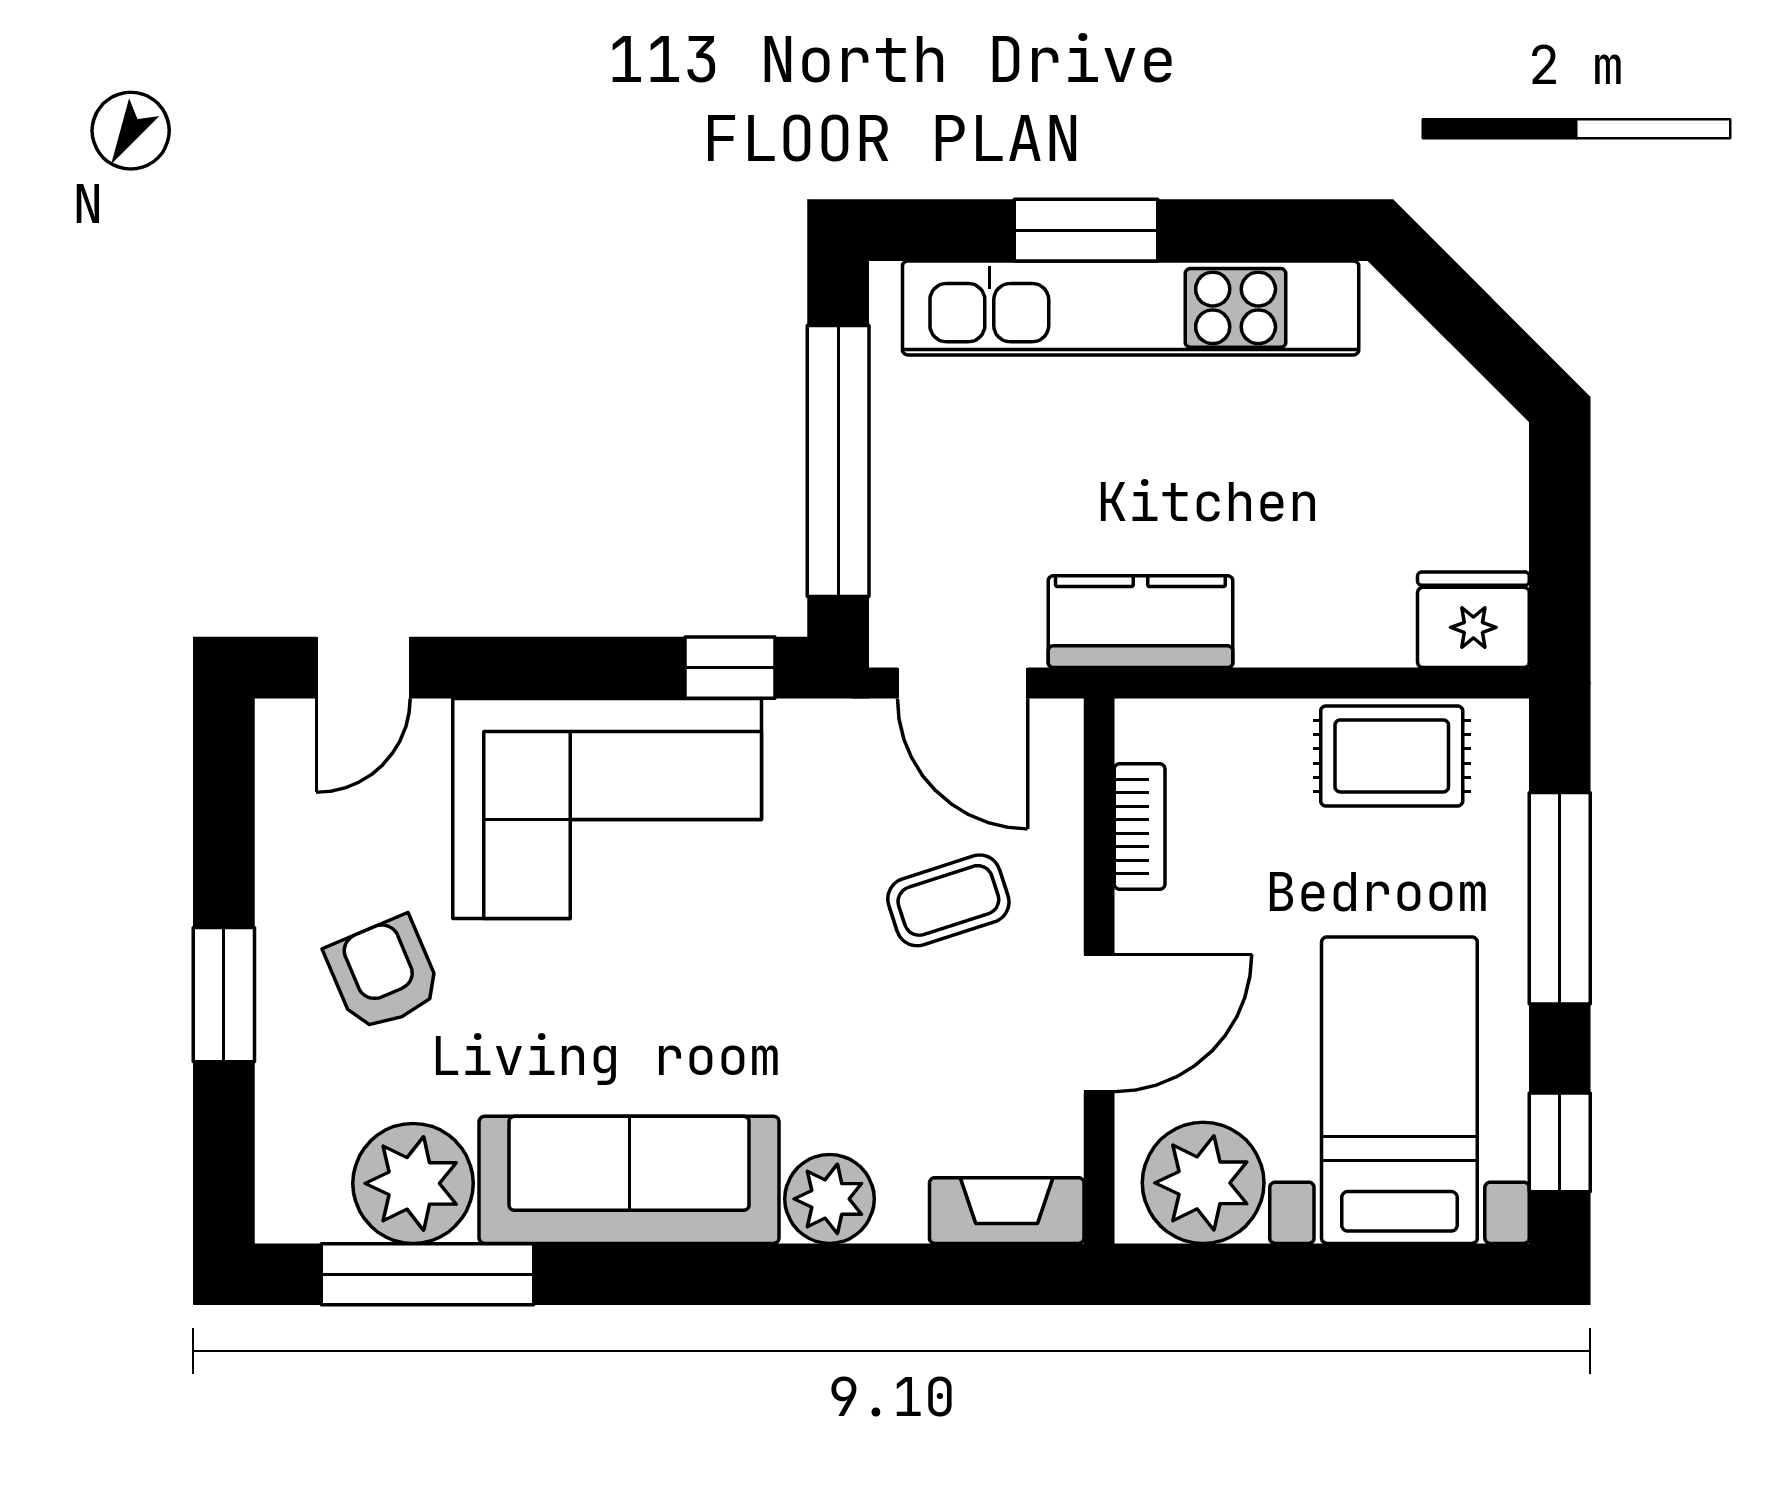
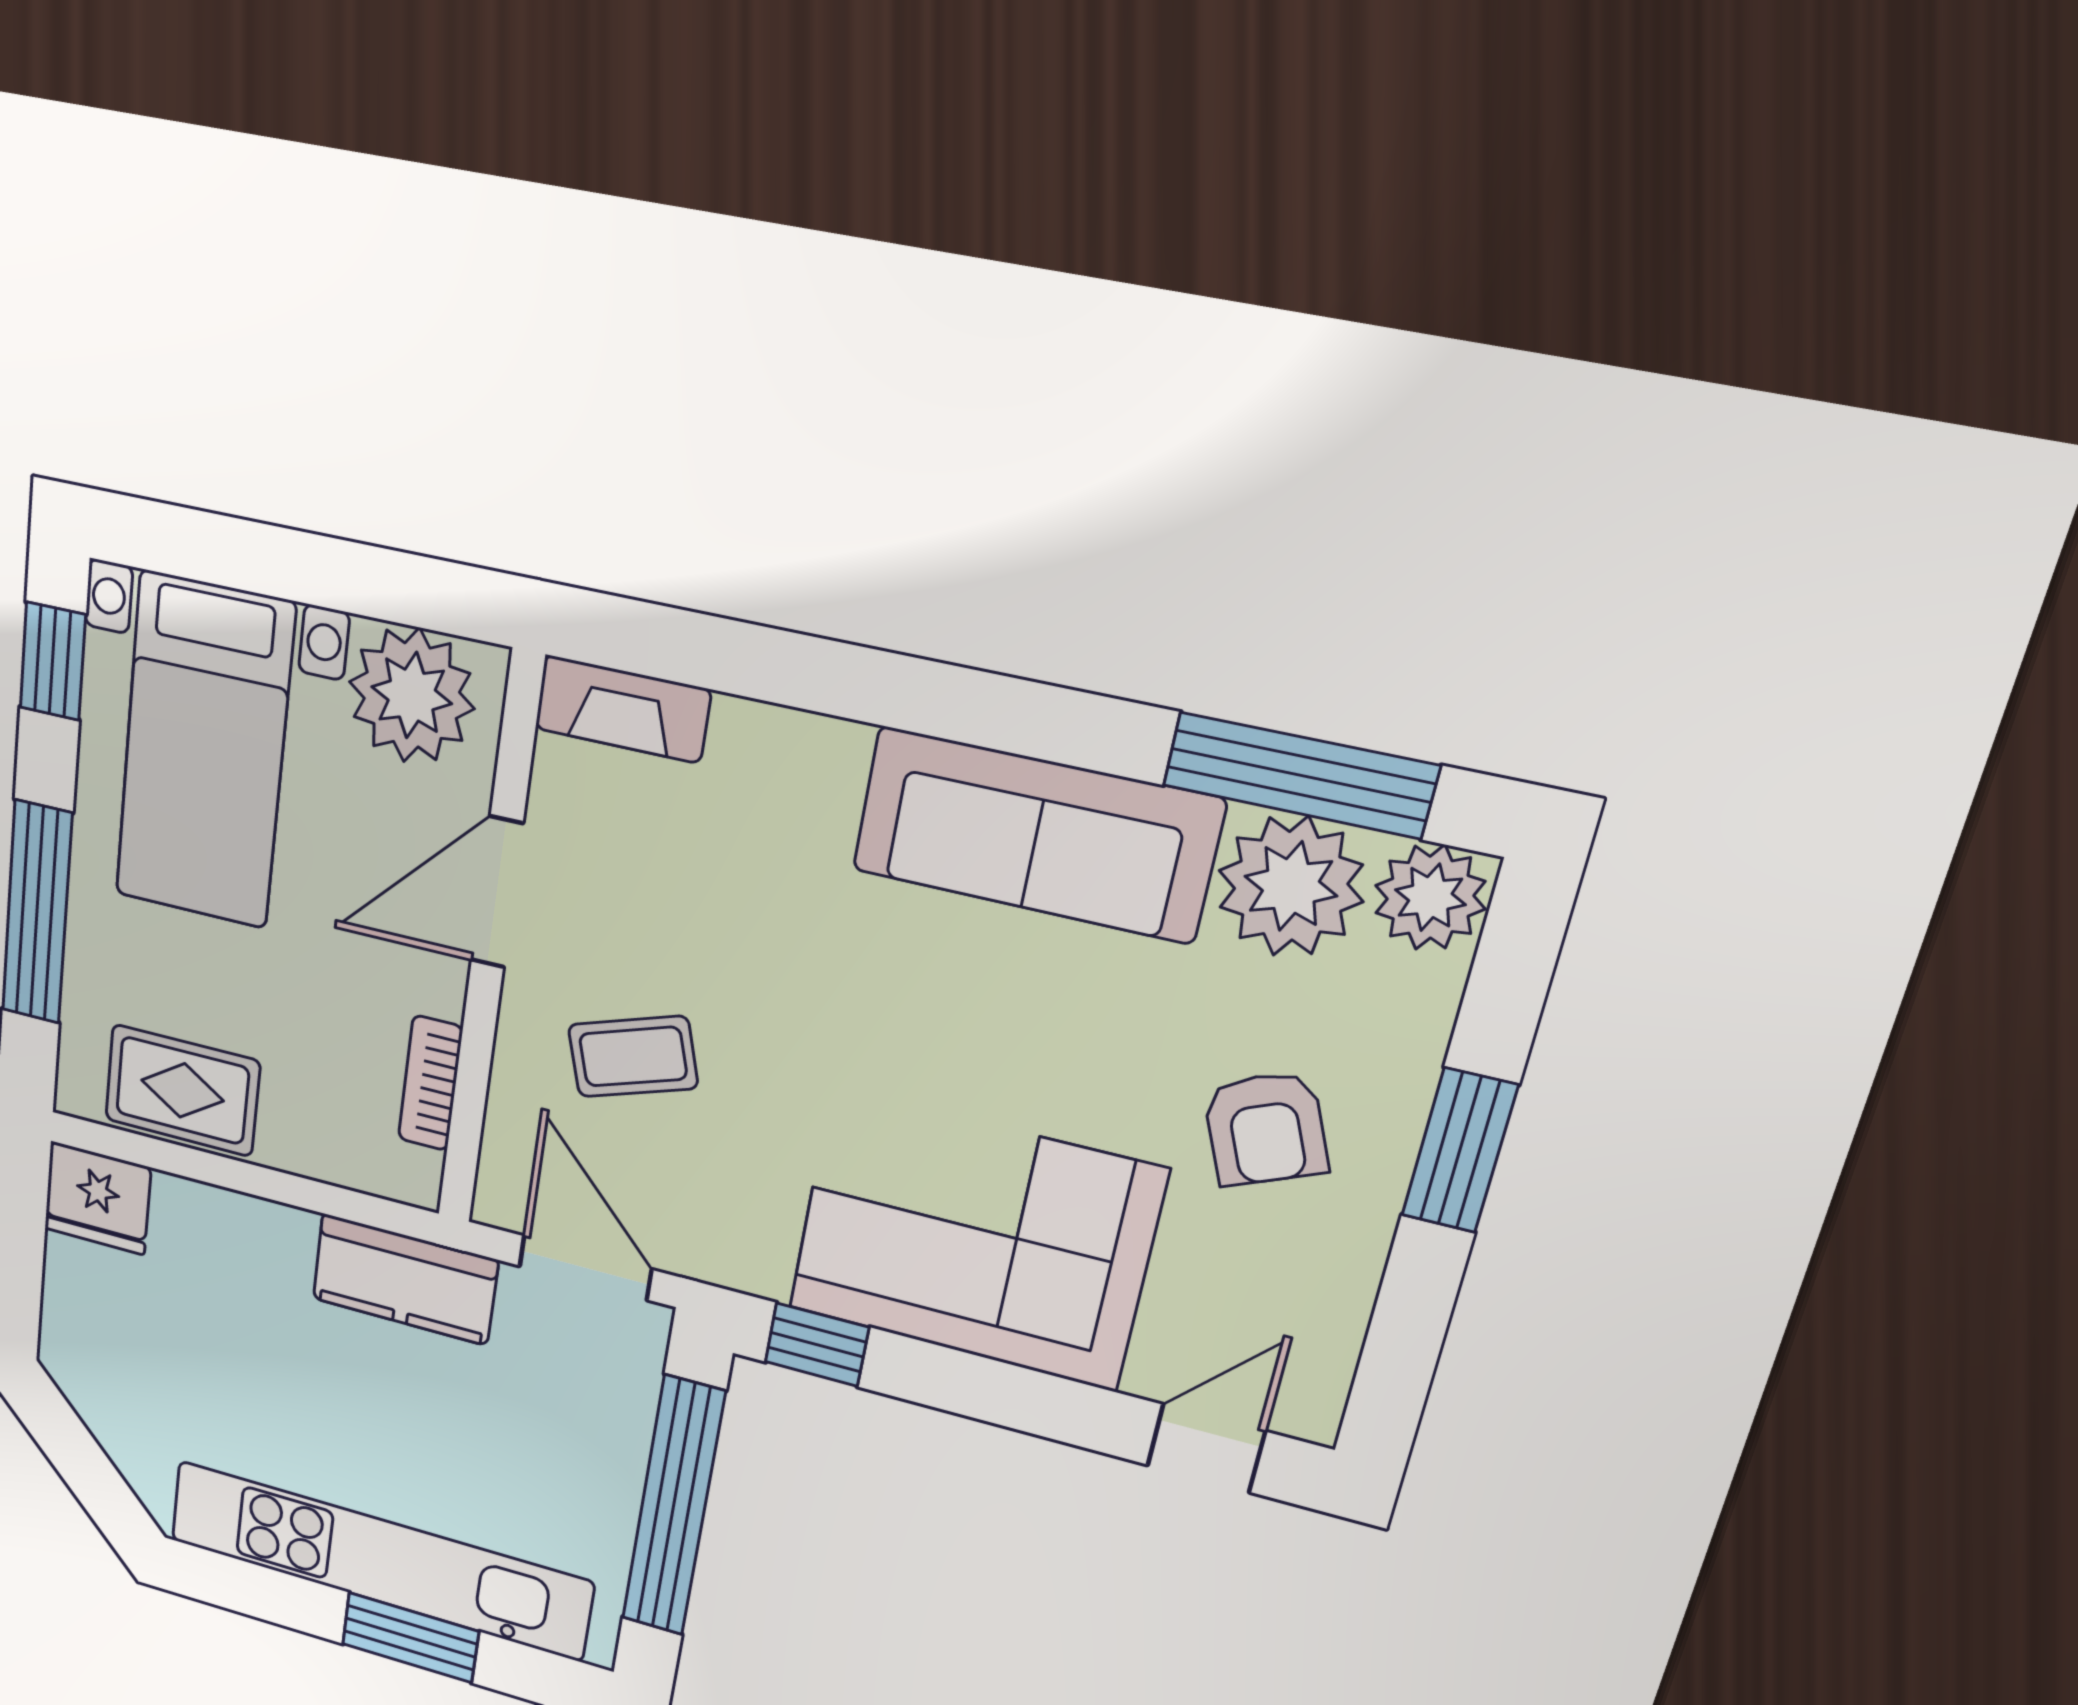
plant: (830, 1199) -> (1430, 897), moved

